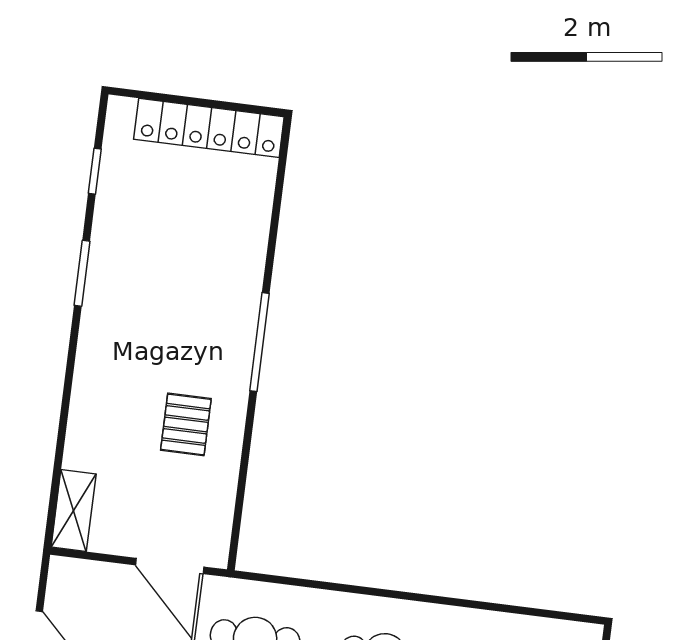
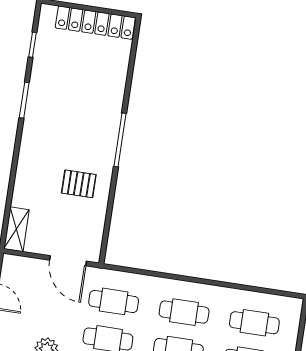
pallet: (186, 424) -> (79, 184), turned 90

